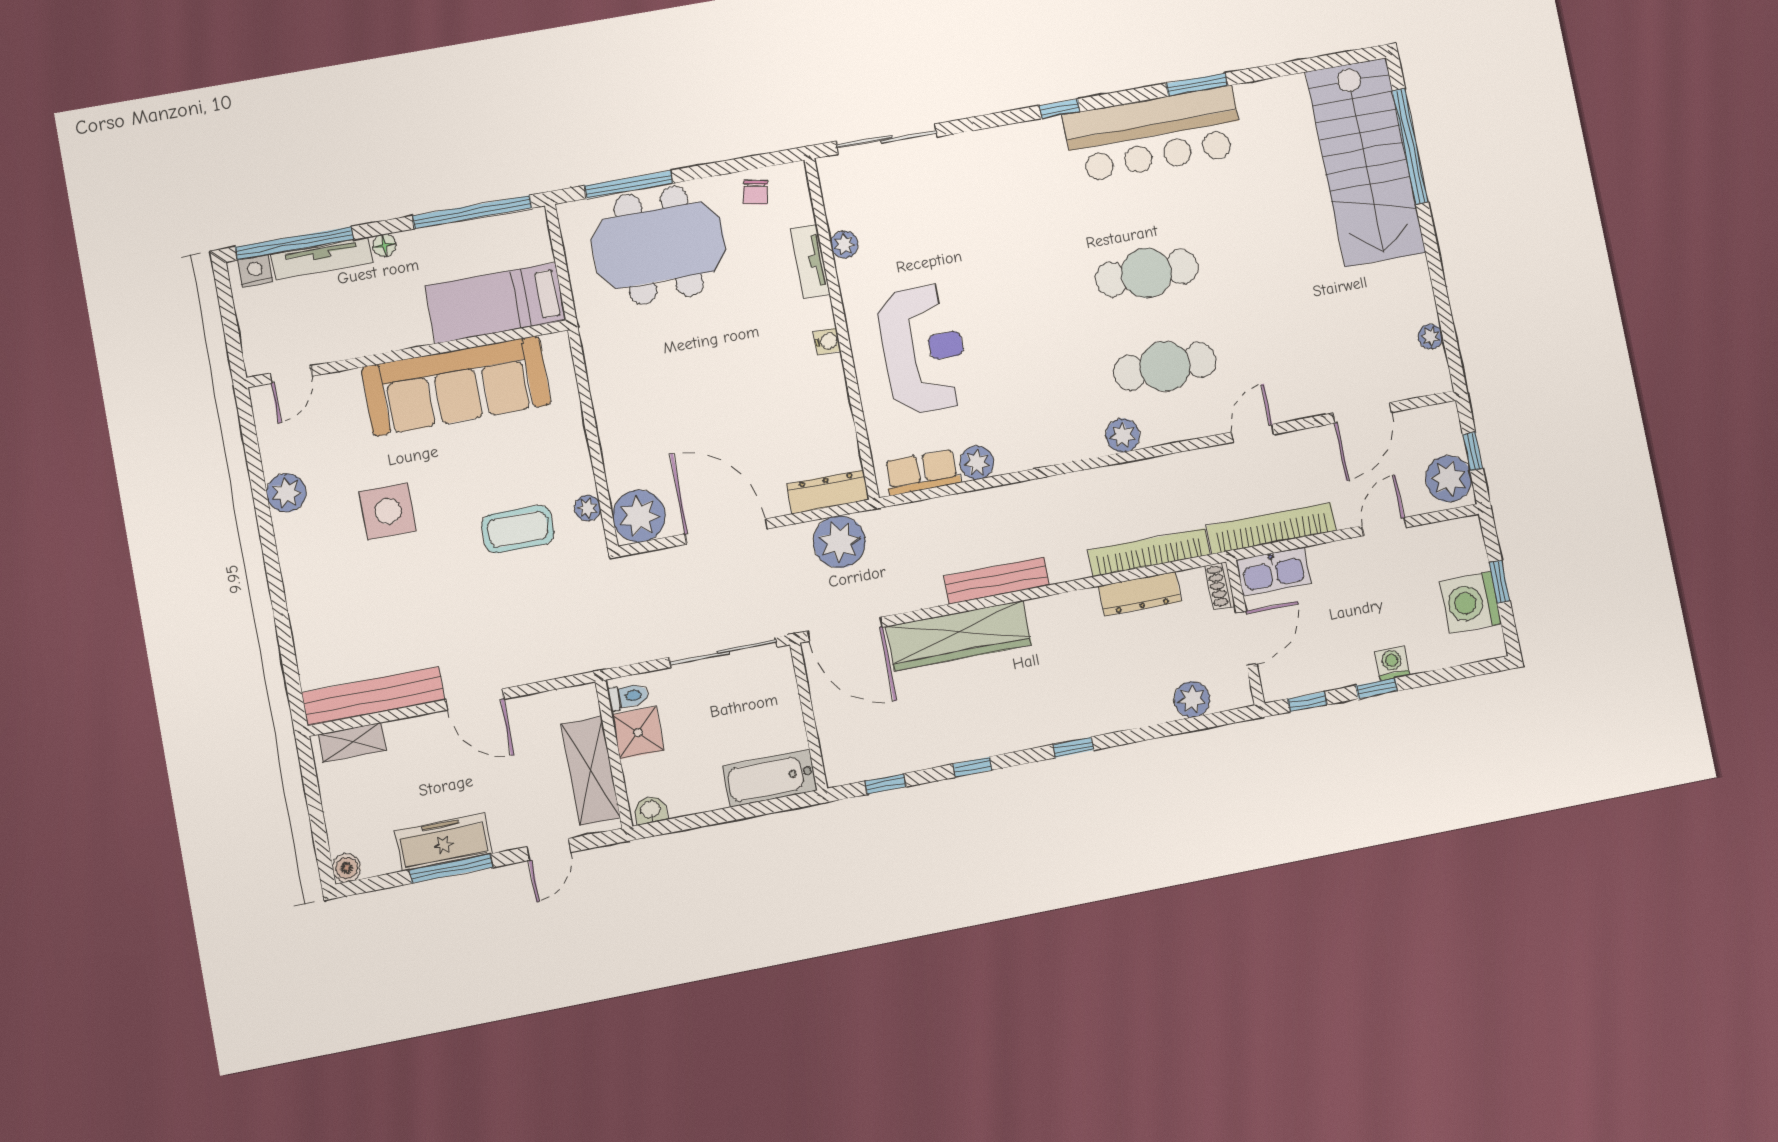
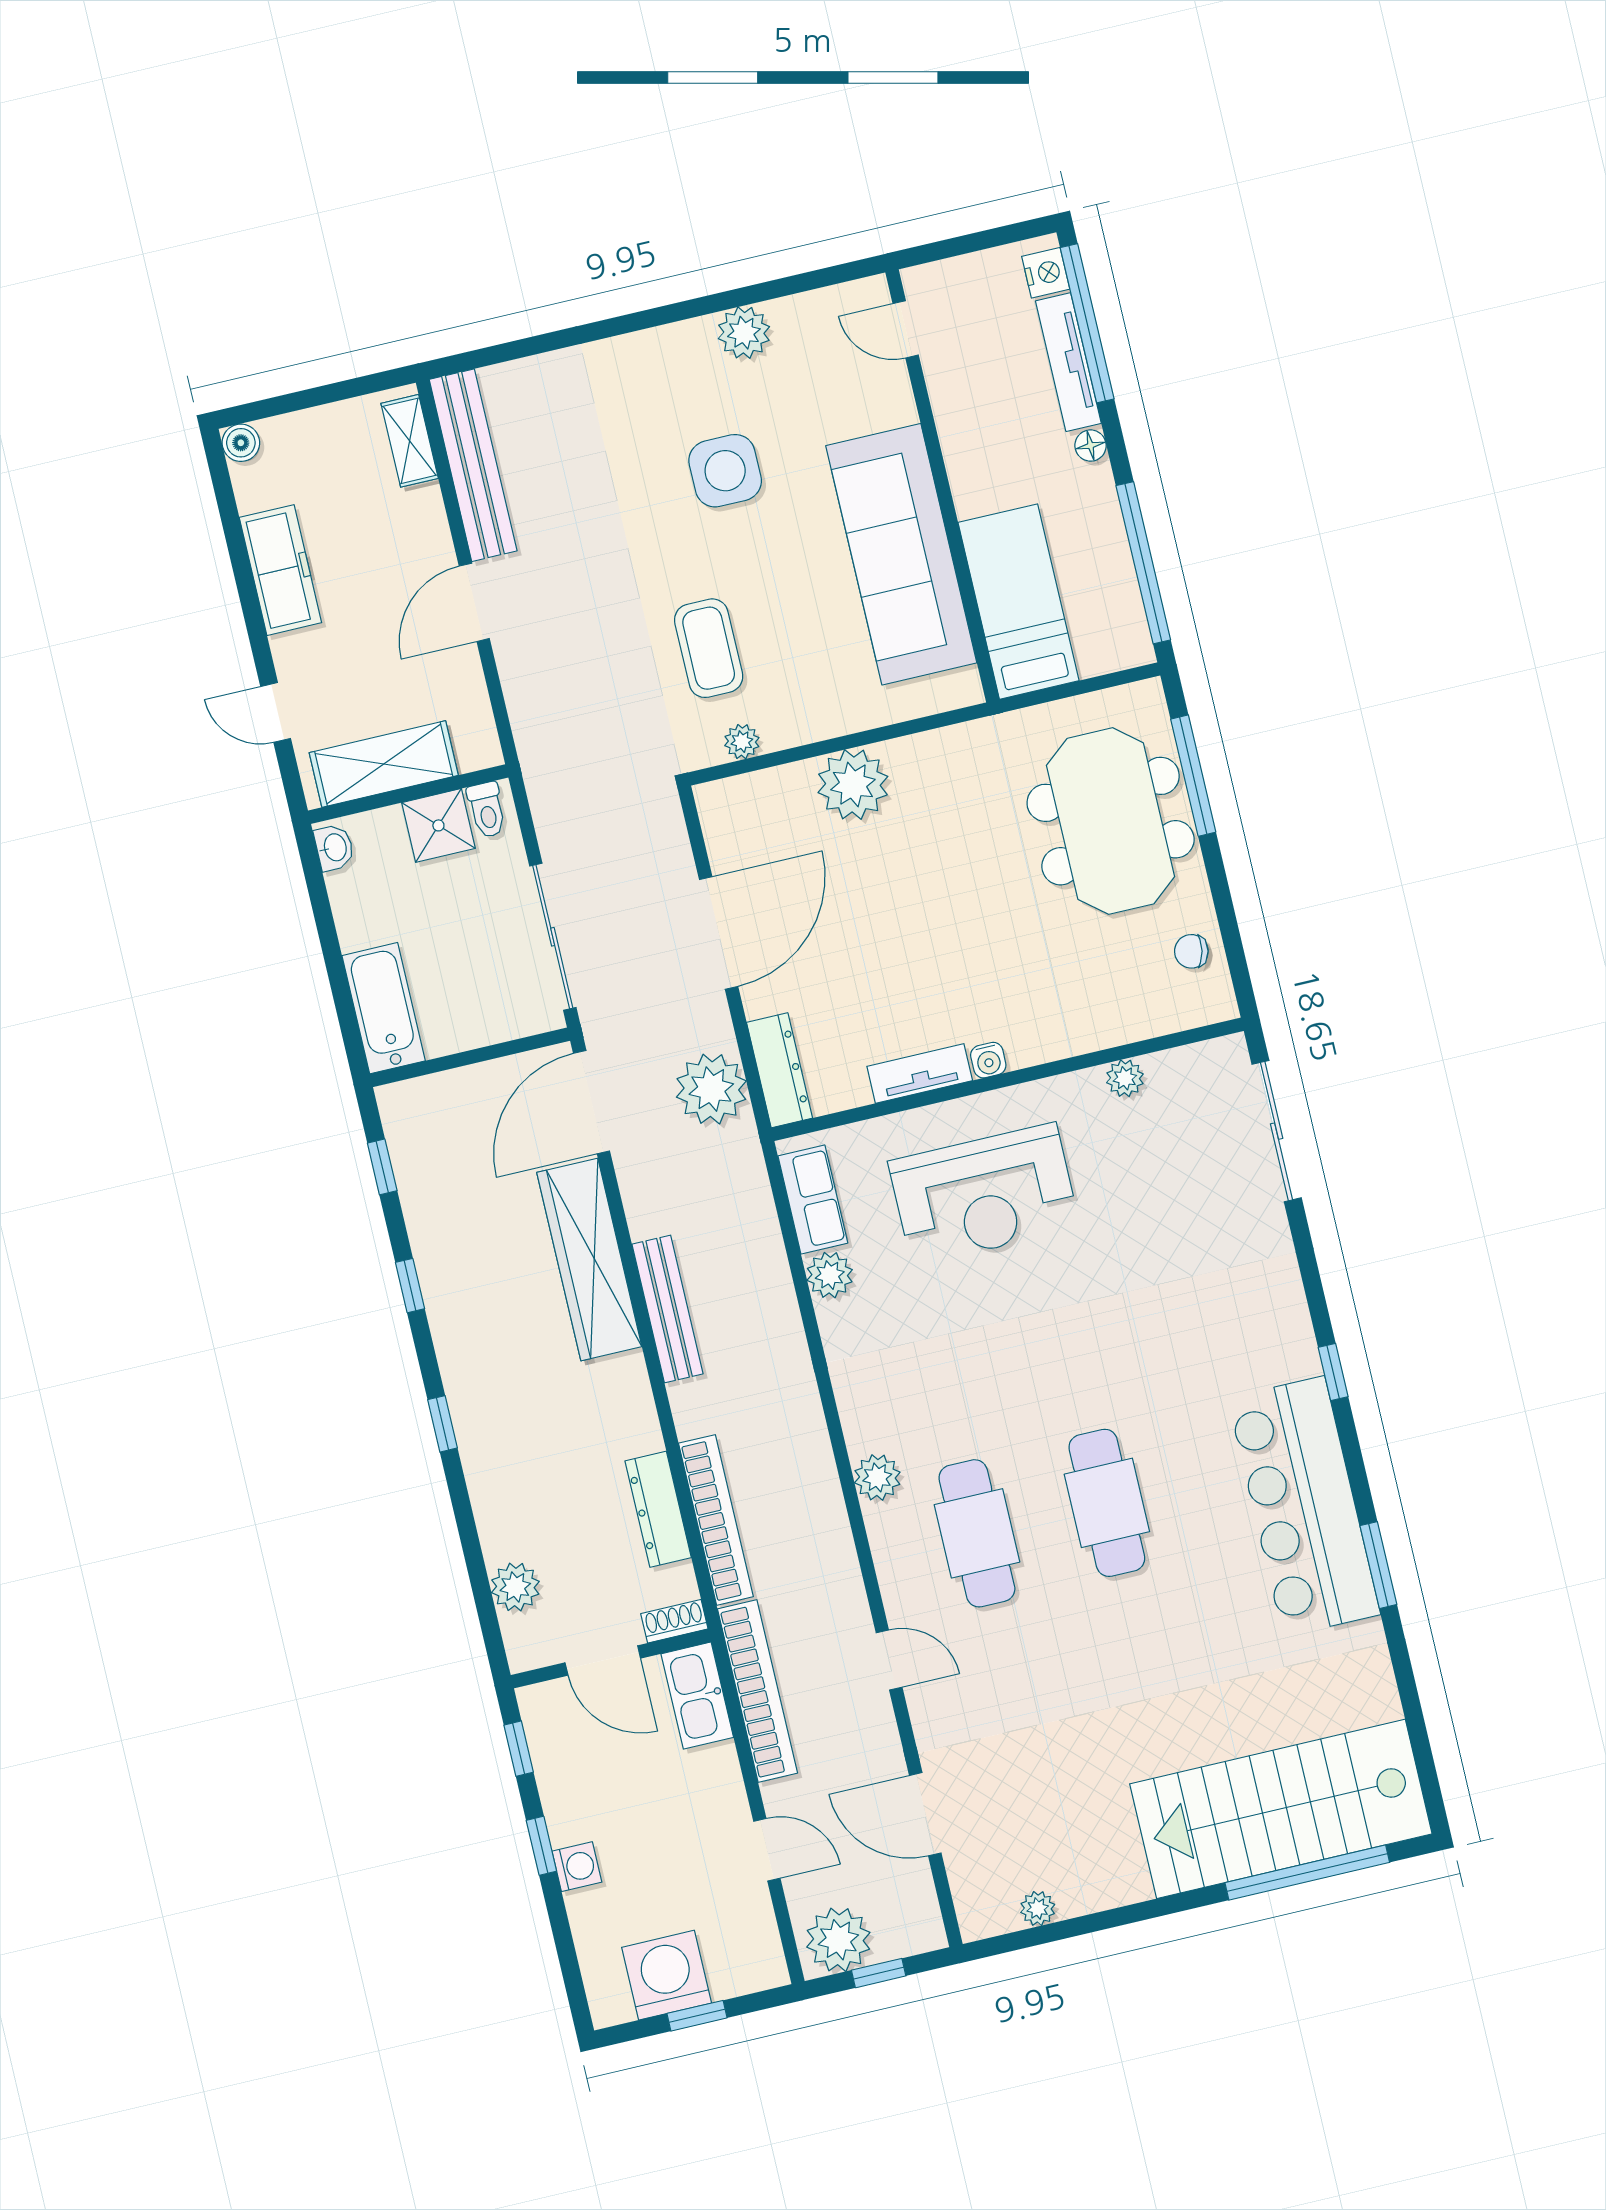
tv unit: (810, 262) -> (920, 1073), moved
plant: (639, 516) -> (853, 785), moved
window: (451, 869) -> (245, 583), removed

